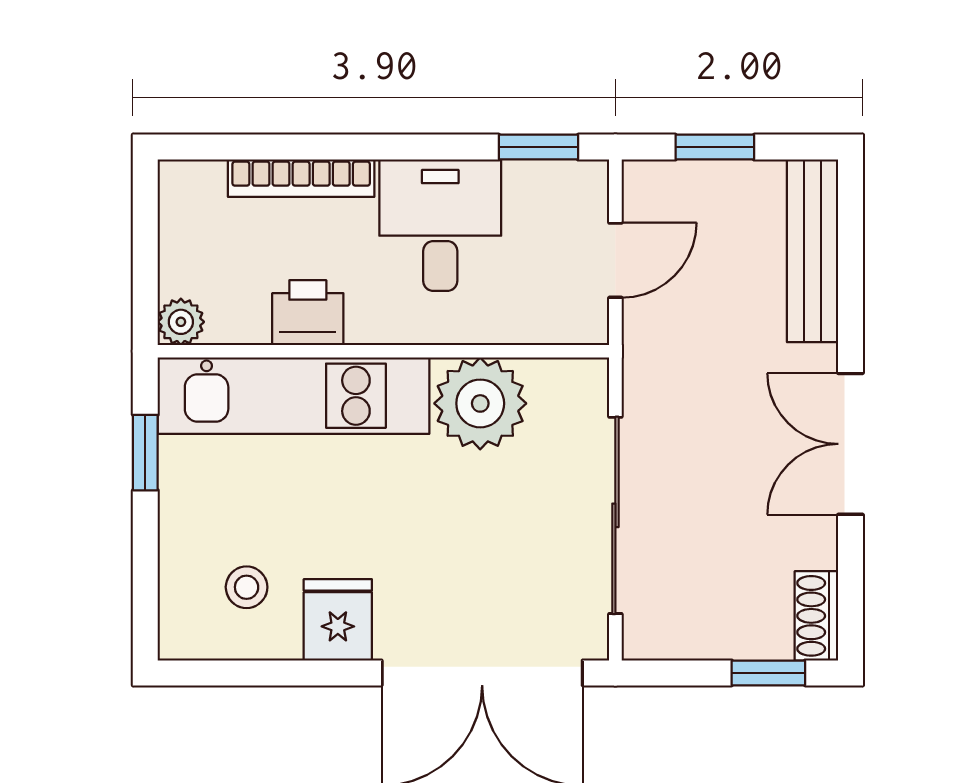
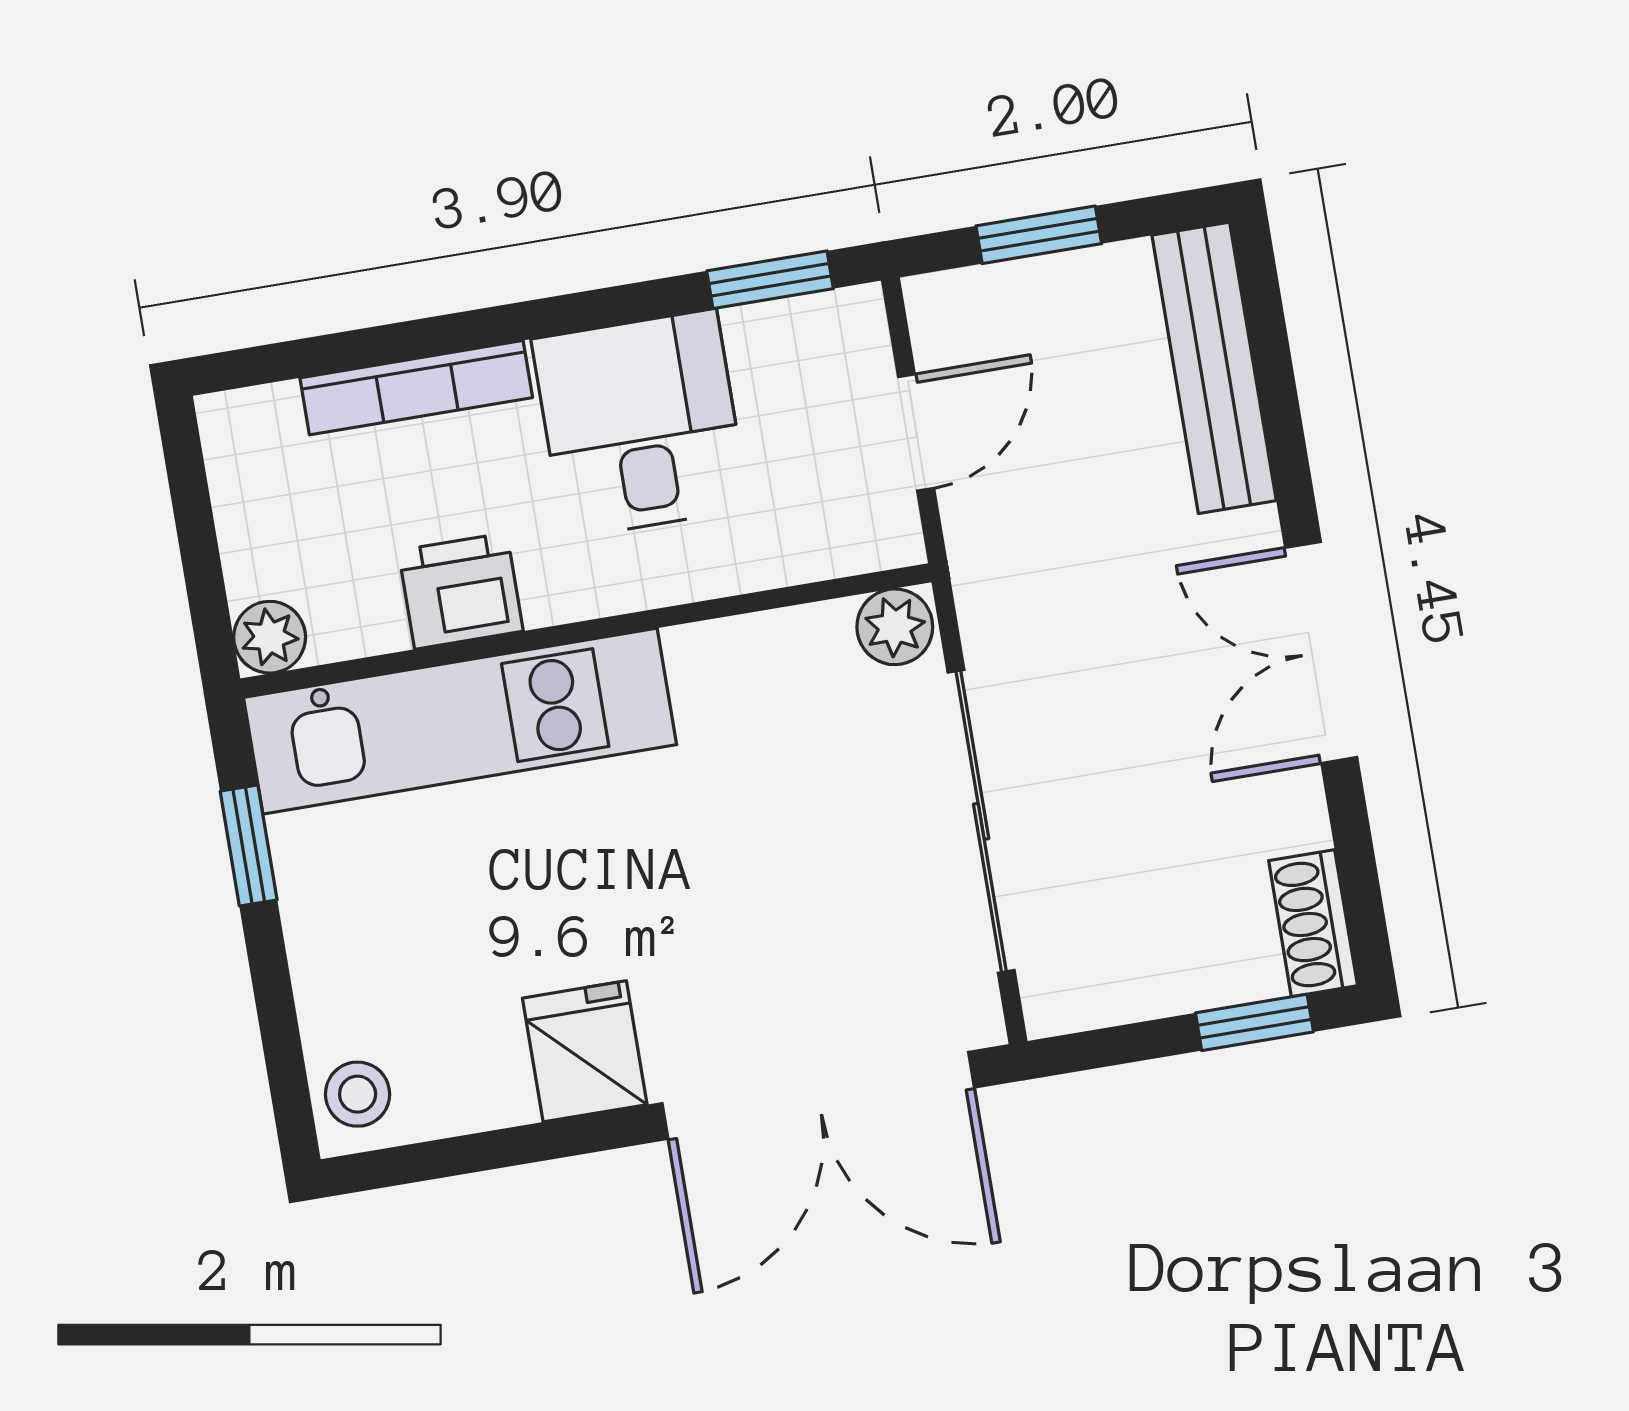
plant: (480, 403) -> (895, 627), moved, width x0.53, depth x0.53
stool: (247, 587) -> (358, 1094), moved

